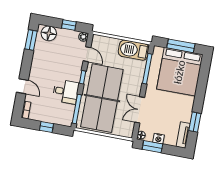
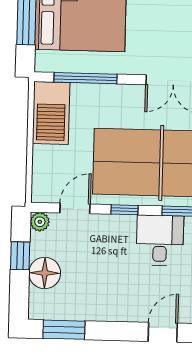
floor lamp: (49, 33) -> (45, 273), moved

